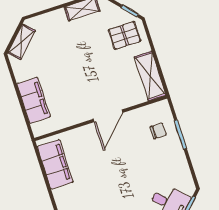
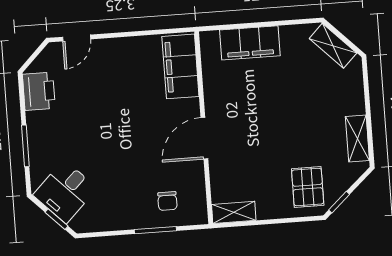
shelving: (150, 76) -> (234, 212), width x0.67, depth x0.75
door: (108, 116) -> (204, 138), hinge flipped
filing cabinet: (55, 164) -> (180, 66), moved, turned 90

